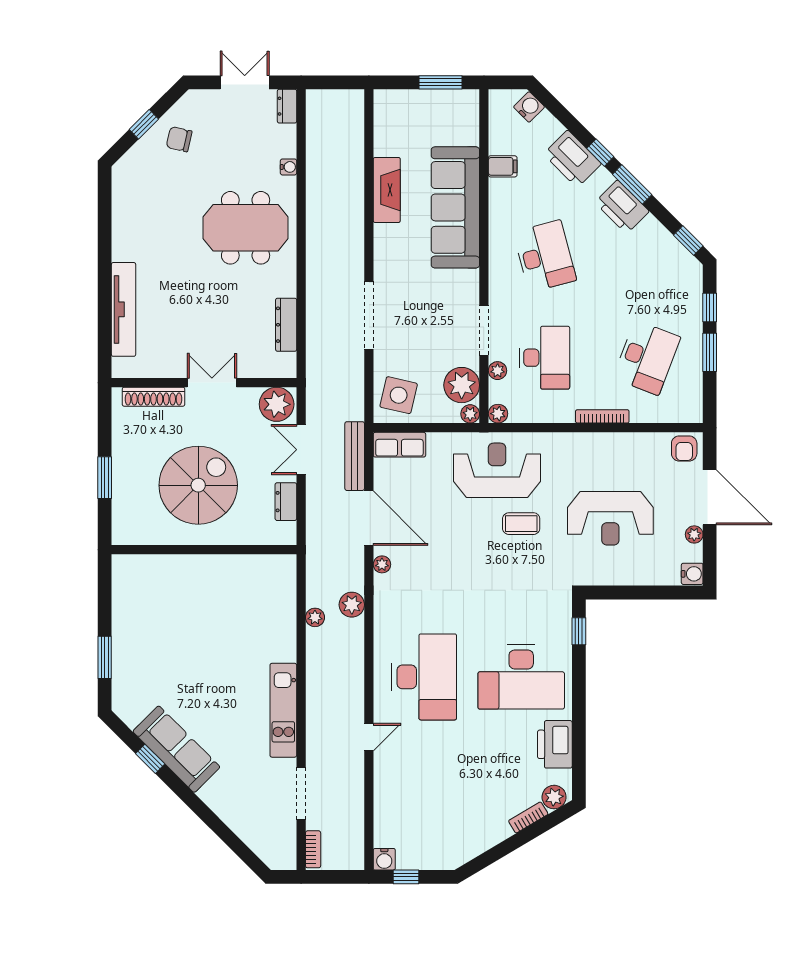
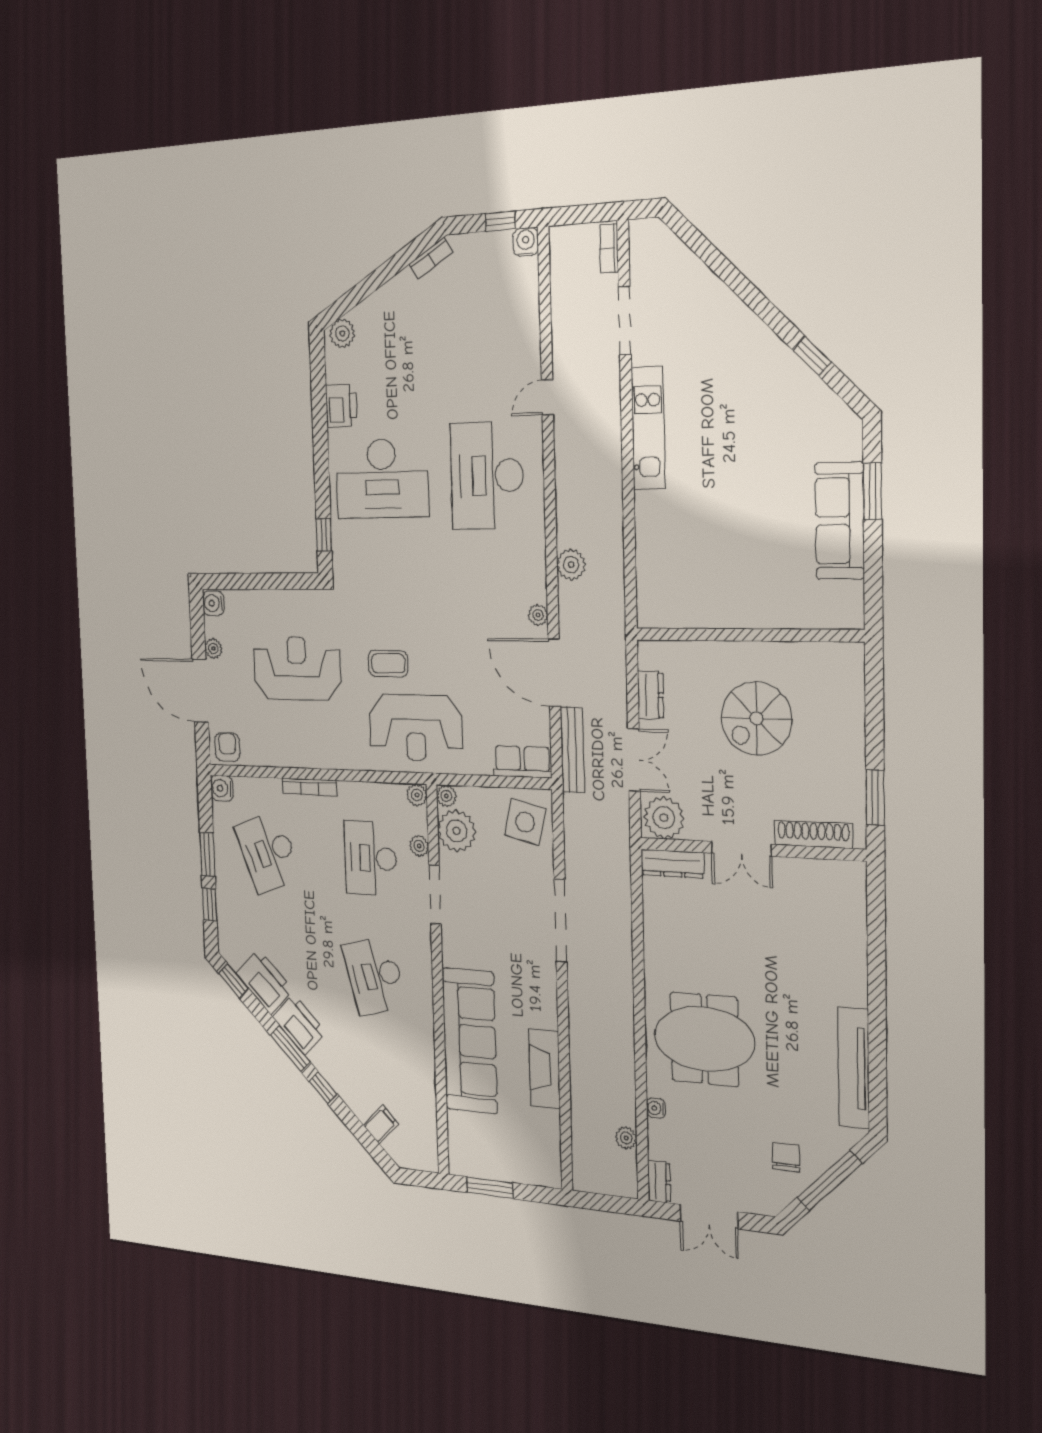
water cooler: (529, 107) -> (222, 788), moved, turned 45
window: (144, 124) -> (829, 1181), width x2.17
chair: (179, 139) -> (786, 1157), turned -103
printer: (572, 159) -> (265, 982), moved
filing cabinet: (503, 166) -> (381, 1124), moved, turned 135
tv unit: (124, 309) -> (854, 1068), moved
dresser: (286, 325) -> (673, 864), moved, turned 90
desk: (647, 358) -> (268, 852), turned -42
window: (105, 478) -> (875, 797), moved
spiral stairs: (198, 485) -> (756, 718), width x0.73, depth x0.73
plant: (315, 617) -> (626, 1138), moved
desk: (521, 677) -> (382, 479), turned 180
printer: (555, 744) -> (341, 406), width x0.73, depth x0.84
sofa: (176, 749) -> (840, 521), moved, turned 45
bookcase: (528, 817) -> (431, 258), moved

